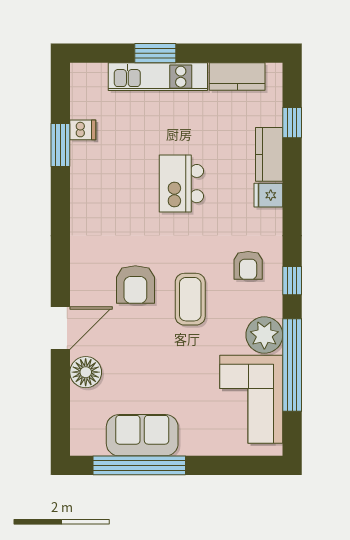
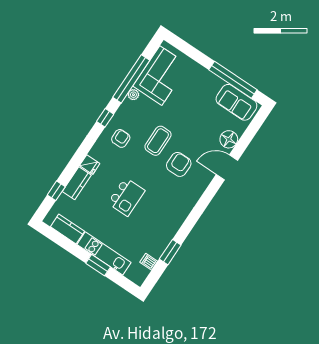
dishwasher: (83, 130) -> (149, 262), moved
plant: (264, 335) -> (133, 95), width x0.53, depth x0.53
sofa: (142, 435) -> (236, 102), moved

